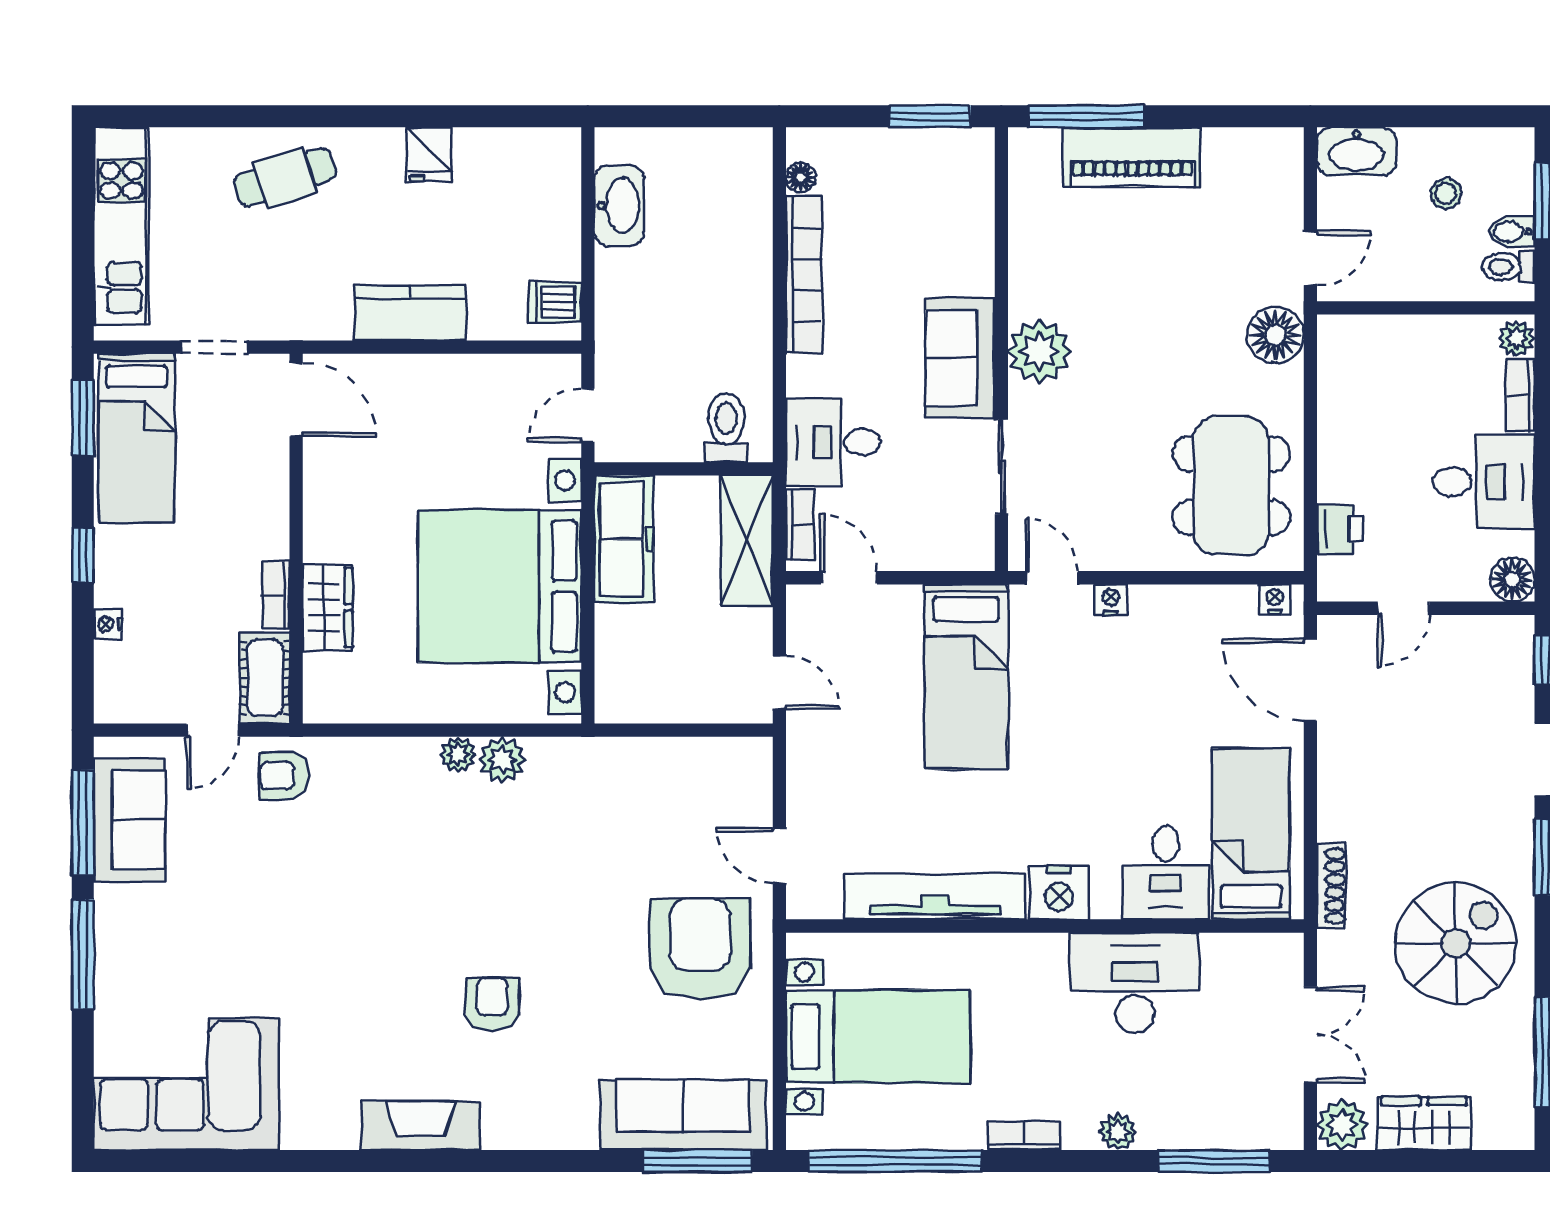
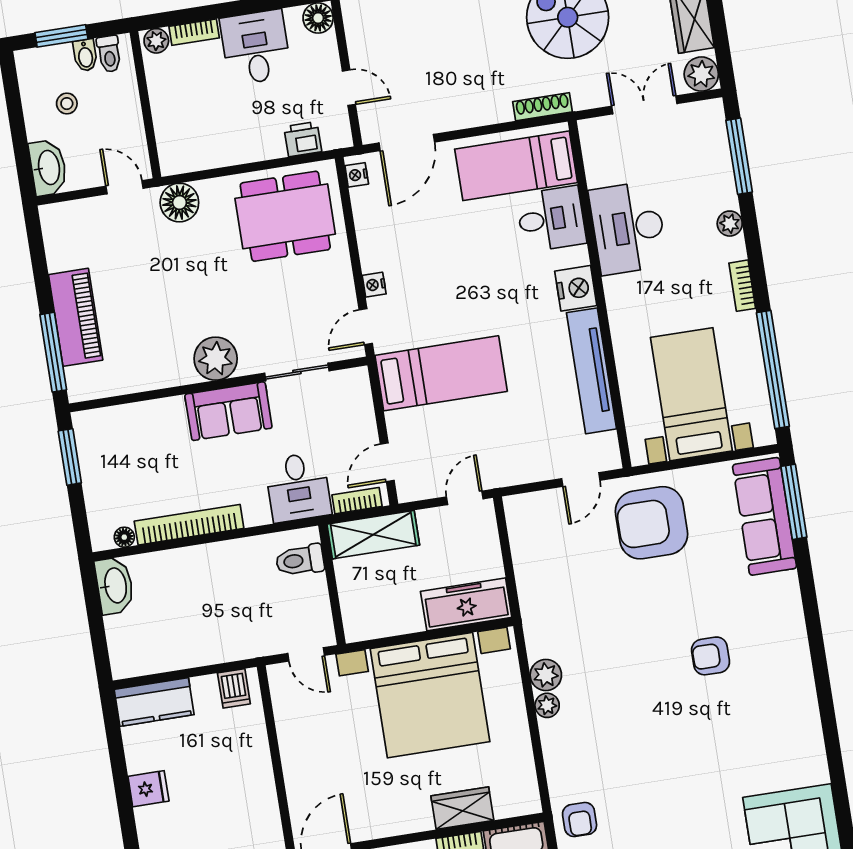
washbasin: (619, 206) -> (115, 586), moved, turned 90
kitchen counter: (410, 313) -> (154, 702), moved, turned -90
freezer: (624, 539) -> (466, 604), moved
fireplace: (421, 1126) -> (800, 691), removed

